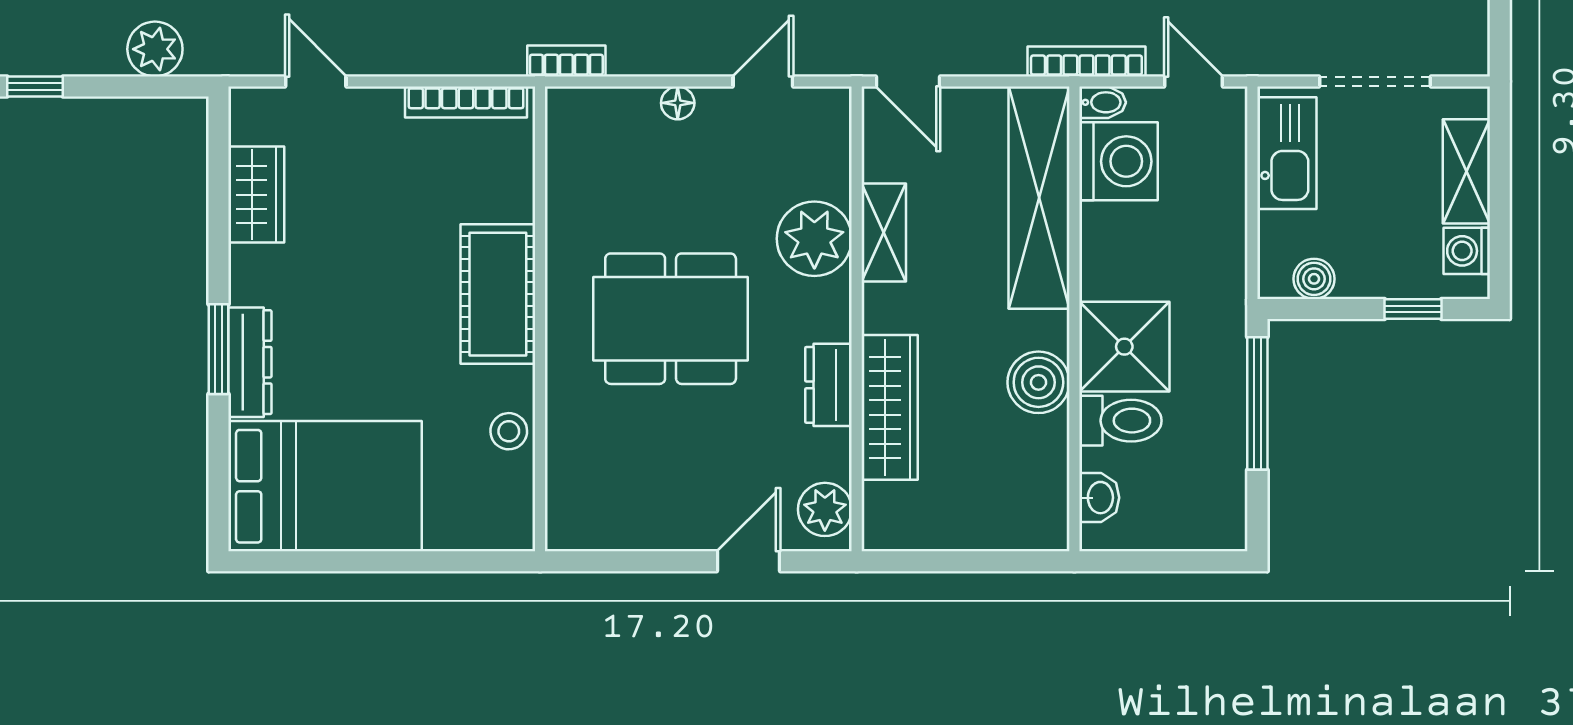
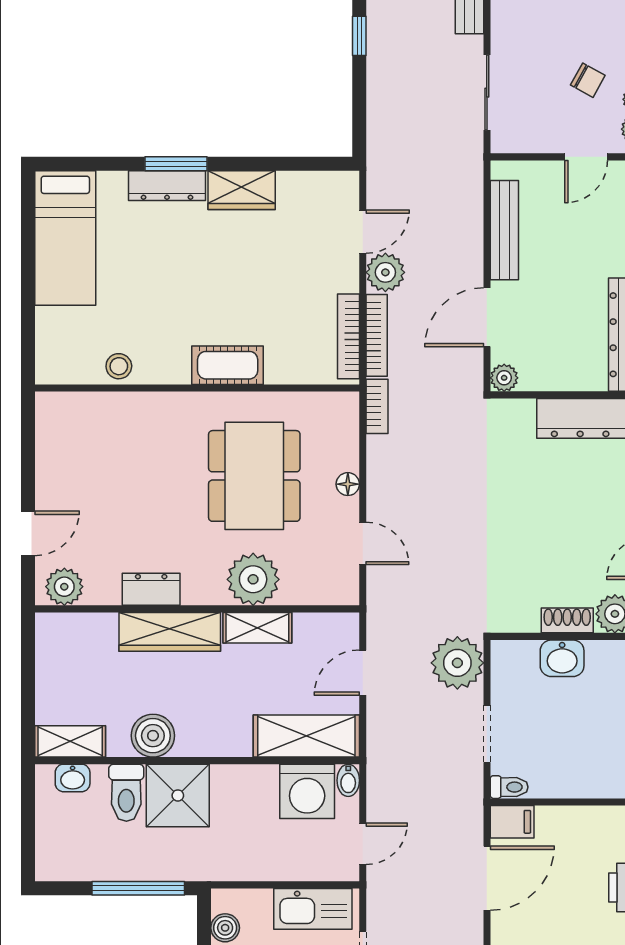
plant: (155, 49) -> (385, 272), moved
bookcase: (1086, 61) -> (377, 335), moved
door: (908, 81) -> (363, 673), moved
wardrobe: (256, 195) -> (242, 190), moved
shelving: (1039, 198) -> (306, 736), width x0.68
cot: (498, 294) -> (228, 365), width x0.73, depth x0.75
dining table: (671, 319) -> (254, 476), moved
wardrobe: (890, 407) -> (170, 632), moved
bed: (325, 486) -> (65, 238), width x0.67
shelving: (1047, 501) -> (70, 741), added
door: (748, 561) -> (28, 533), hinge flipped

